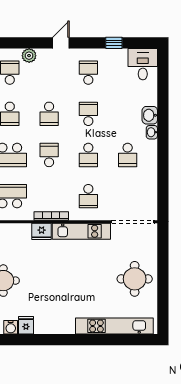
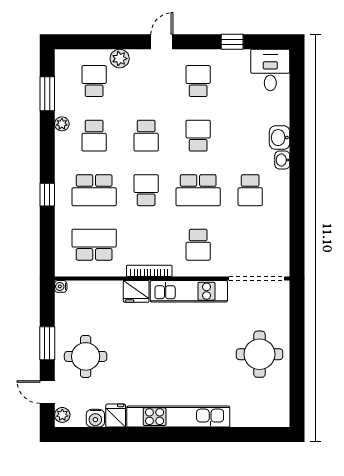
school desk: (88, 155) -> (198, 190), width x1.85
kitchen unit: (114, 326) -> (178, 417), moved

